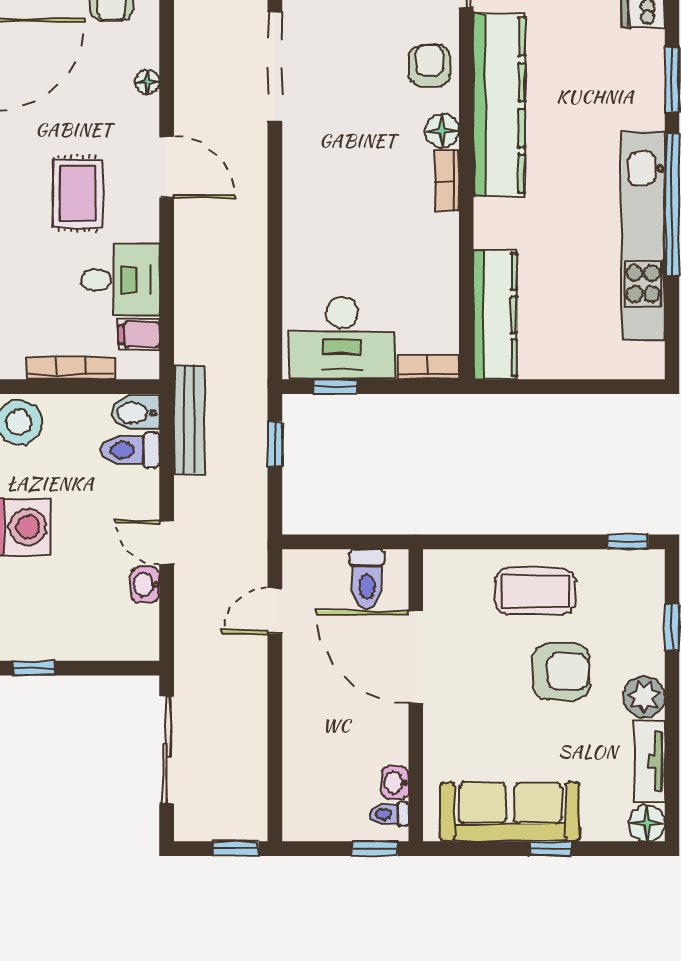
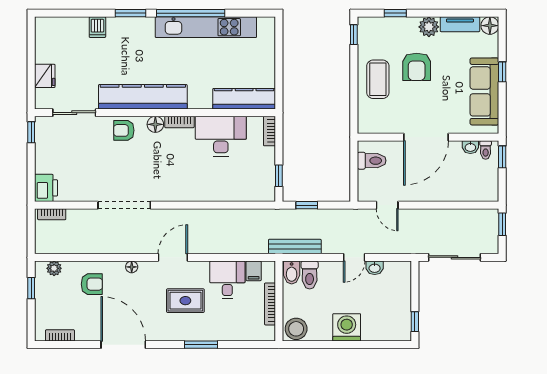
desk: (342, 338) -> (221, 136), moved, turned -90
door: (416, 657) -> (426, 137), moved
armchair: (561, 672) -> (417, 67), turned 180

